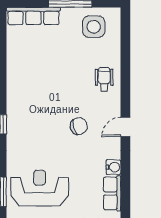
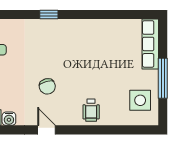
wheelchair: (104, 79) -> (91, 110), turned 90

